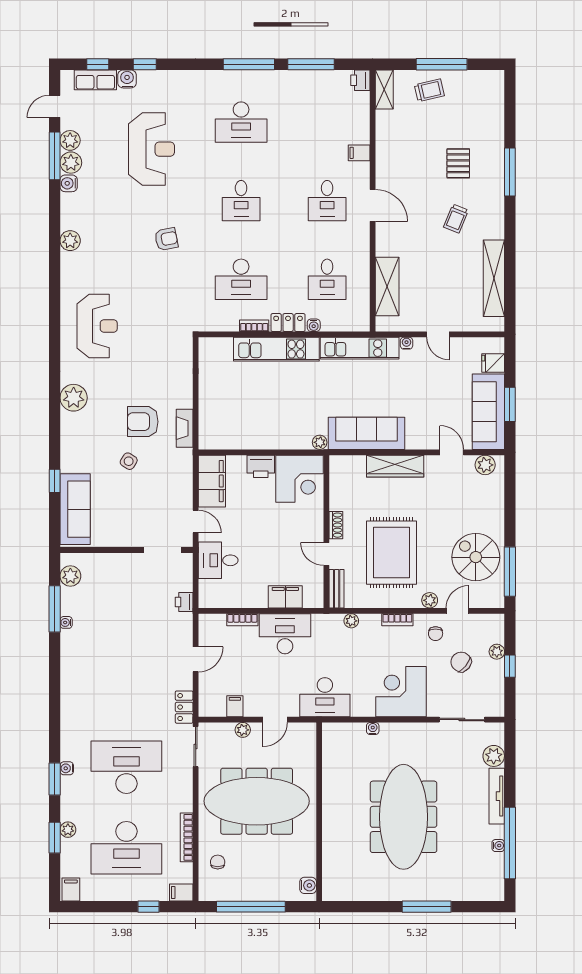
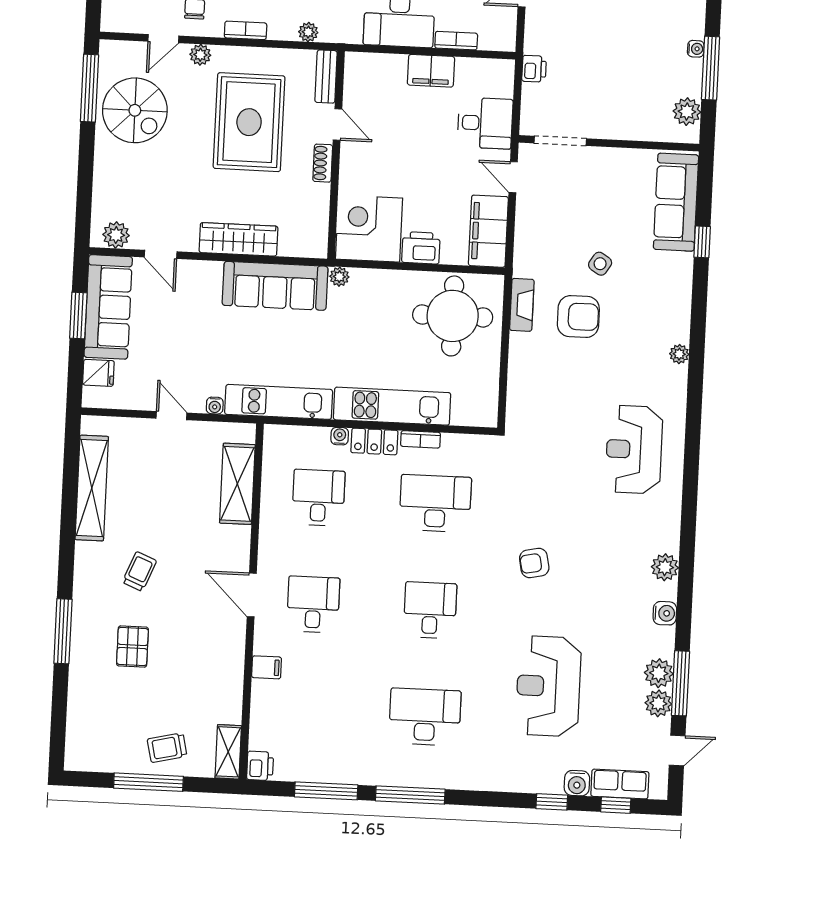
water cooler: (69, 183) -> (665, 613), moved
plant: (74, 398) -> (679, 354), width x0.53, depth x0.53
round table: (235, 418) -> (453, 316), added
filing cabinet: (285, 597) -> (431, 71), moved

